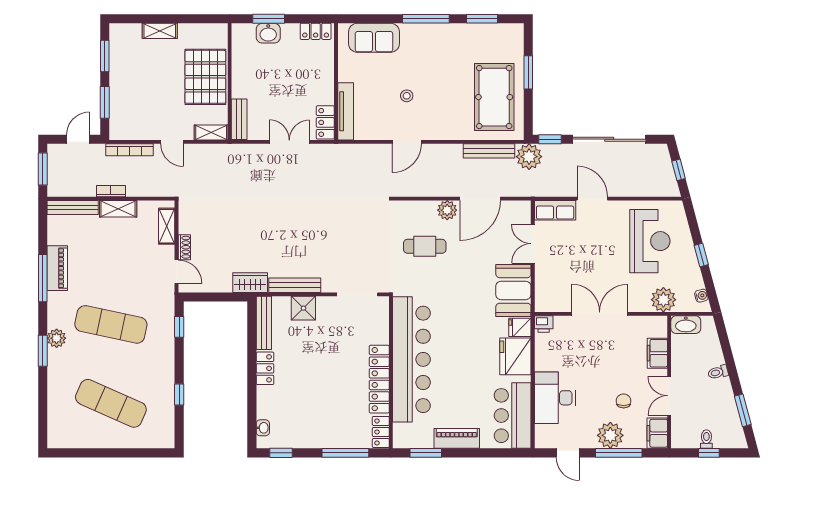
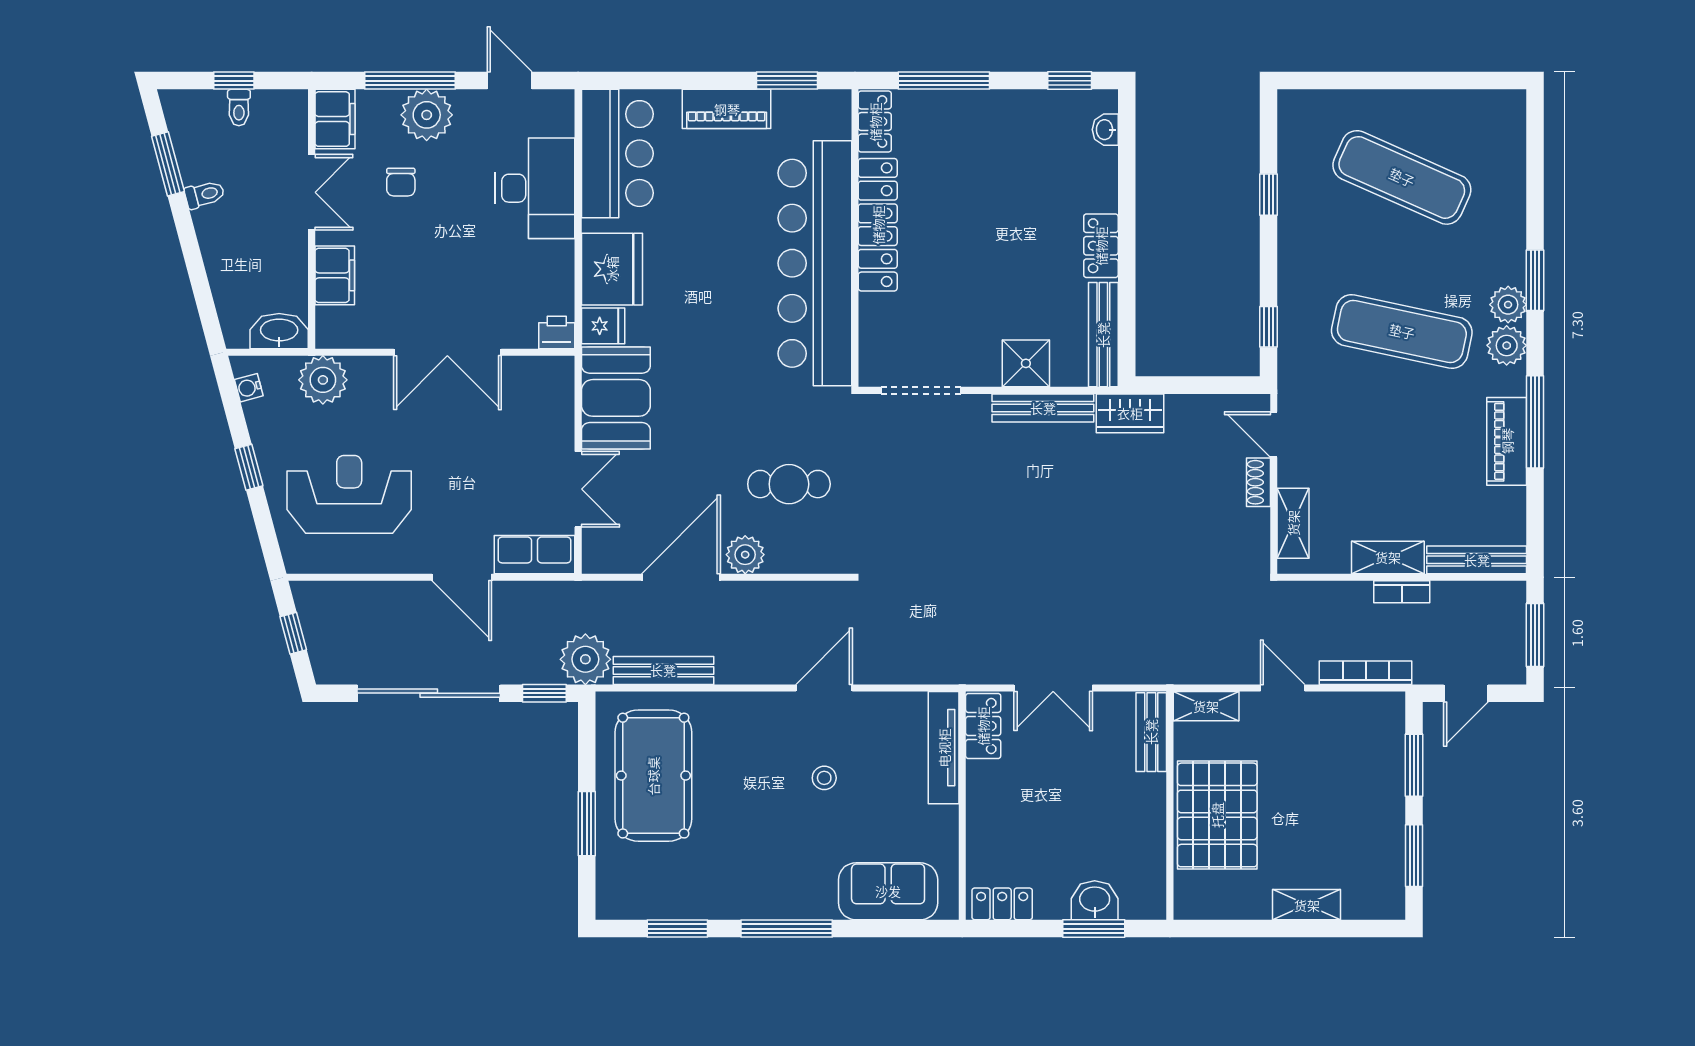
reception desk: (650, 241) -> (349, 494), turned 90
plant: (57, 317) -> (1507, 345), added
toilet: (718, 372) -> (205, 194), moved

